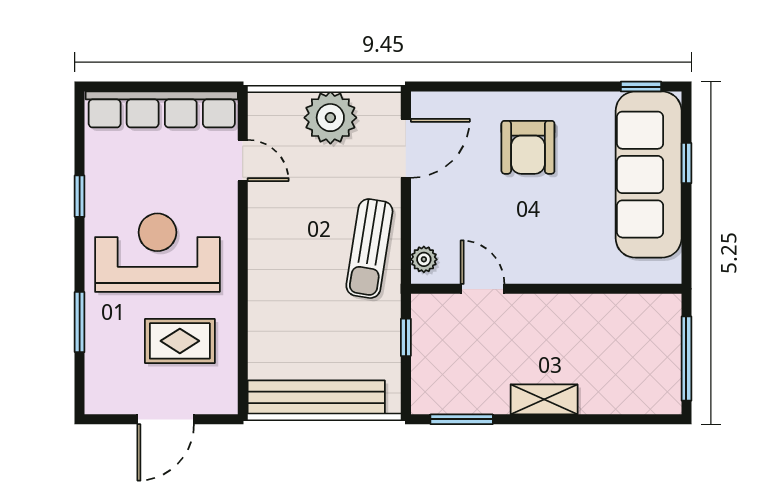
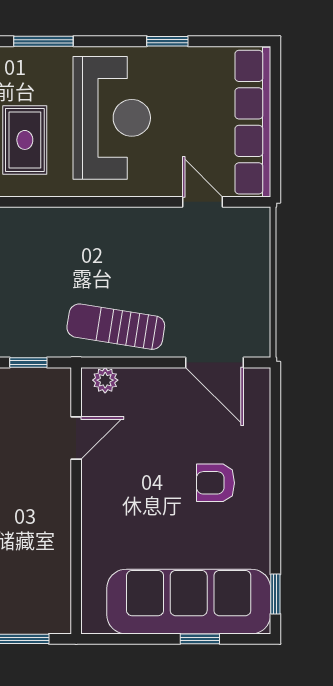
plant: (330, 118) -> (245, 288), removed
armchair: (528, 147) -> (216, 483), width x0.72, depth x0.72
door: (243, 161) -> (202, 202), swing flipped

